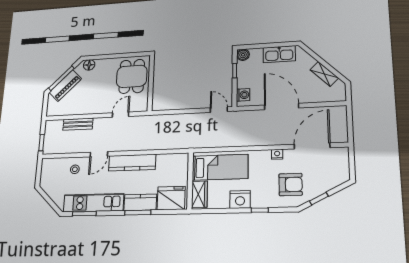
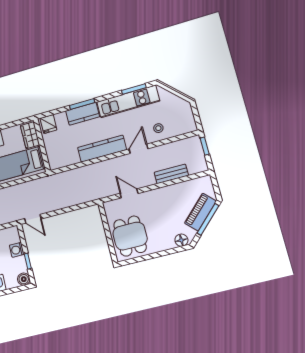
washing machine: (243, 95) -> (17, 250), moved
door: (120, 115) -> (129, 193), swing flipped
fridge: (171, 198) -> (48, 124), width x0.53, depth x0.75

